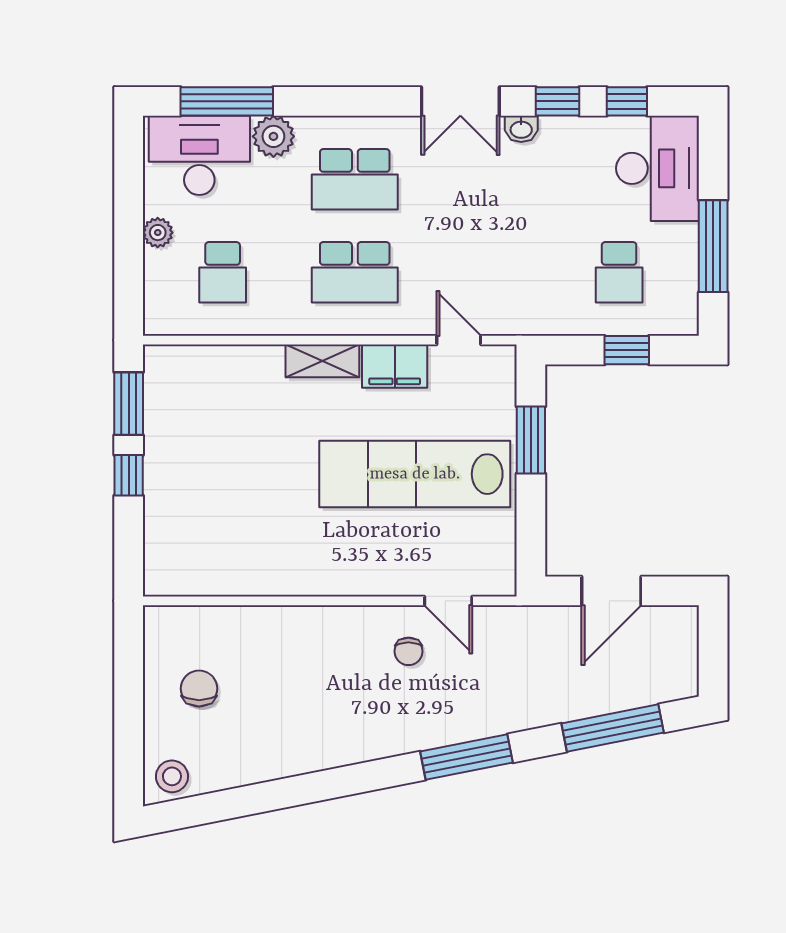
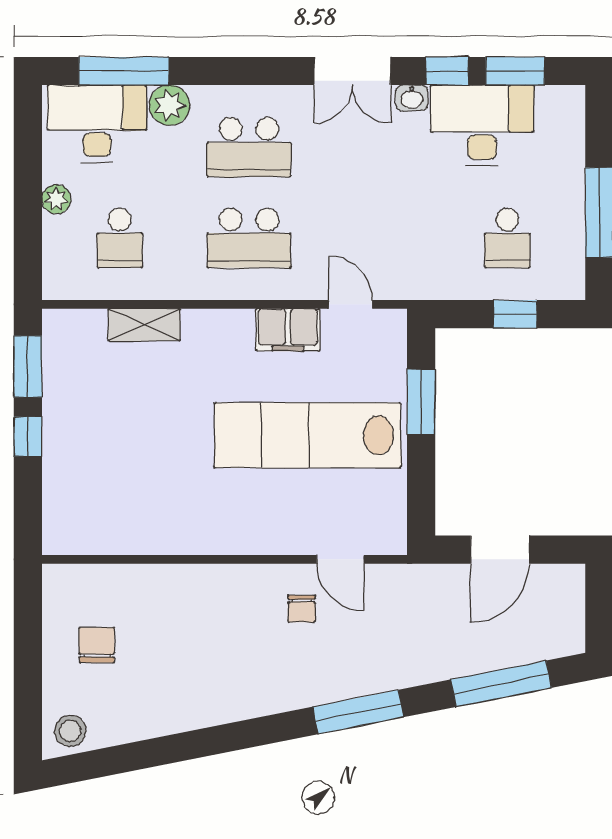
window: (627, 101) -> (515, 71), width x1.50
desk: (657, 168) -> (482, 125), moved, turned -90
shelving: (322, 361) -> (144, 325), moved

